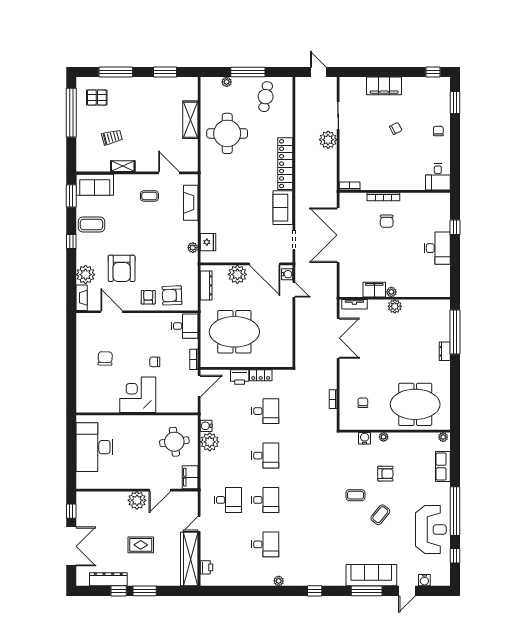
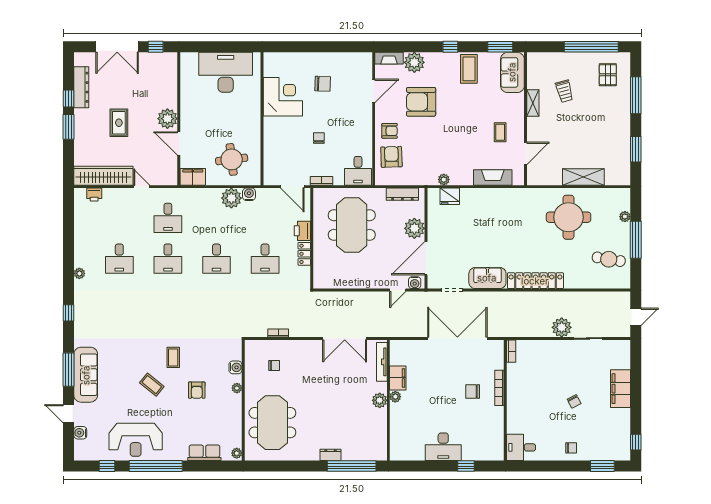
tv unit: (354, 304) -> (382, 362), width x1.41
corner desk: (138, 395) -> (283, 97), moved

